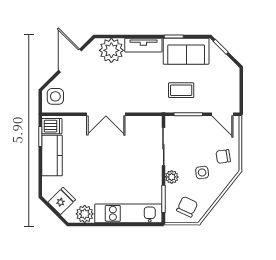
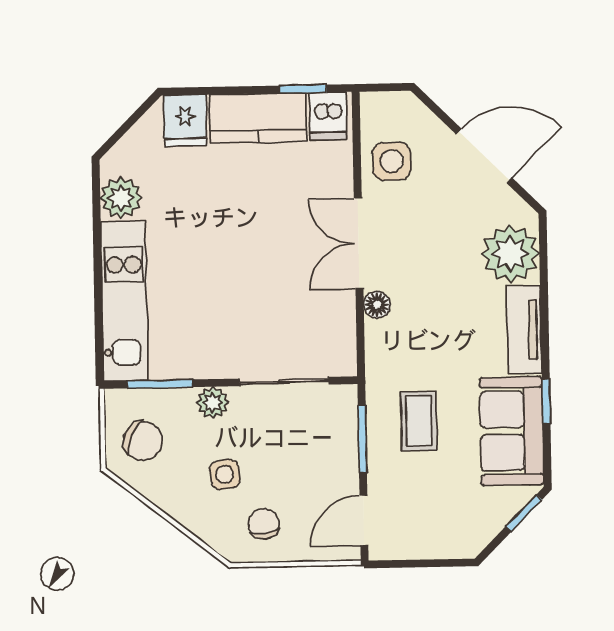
side table: (55, 96) -> (392, 161), moved
floor lamp: (132, 107) -> (377, 305), added
fridge: (62, 201) -> (185, 120), moved, turned 45

